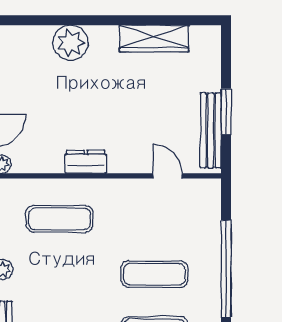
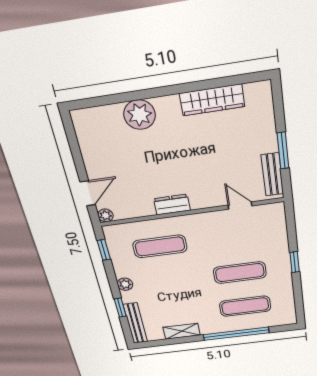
bench: (211, 130) -> (272, 174), width x0.73
window: (226, 269) -> (295, 262), width x0.32

